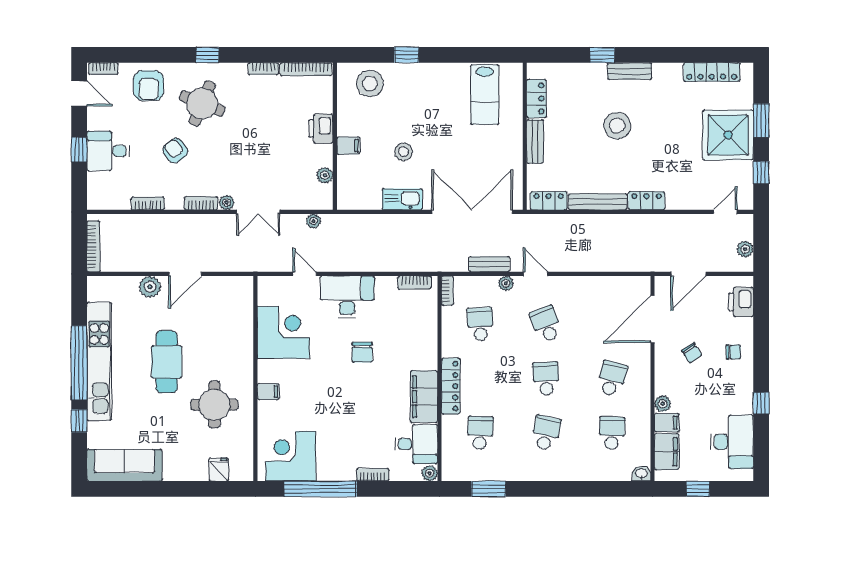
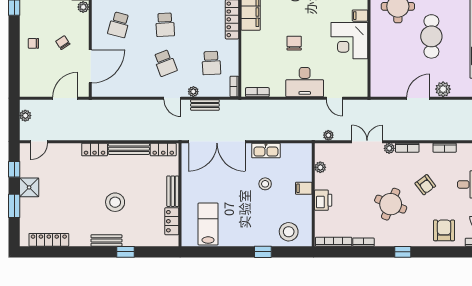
round table: (202, 103) -> (391, 204), moved
shower: (728, 135) -> (29, 187), width x0.54, depth x0.54
printer: (741, 302) -> (28, 78), removed
corner desk: (283, 332) -> (349, 41), moved

